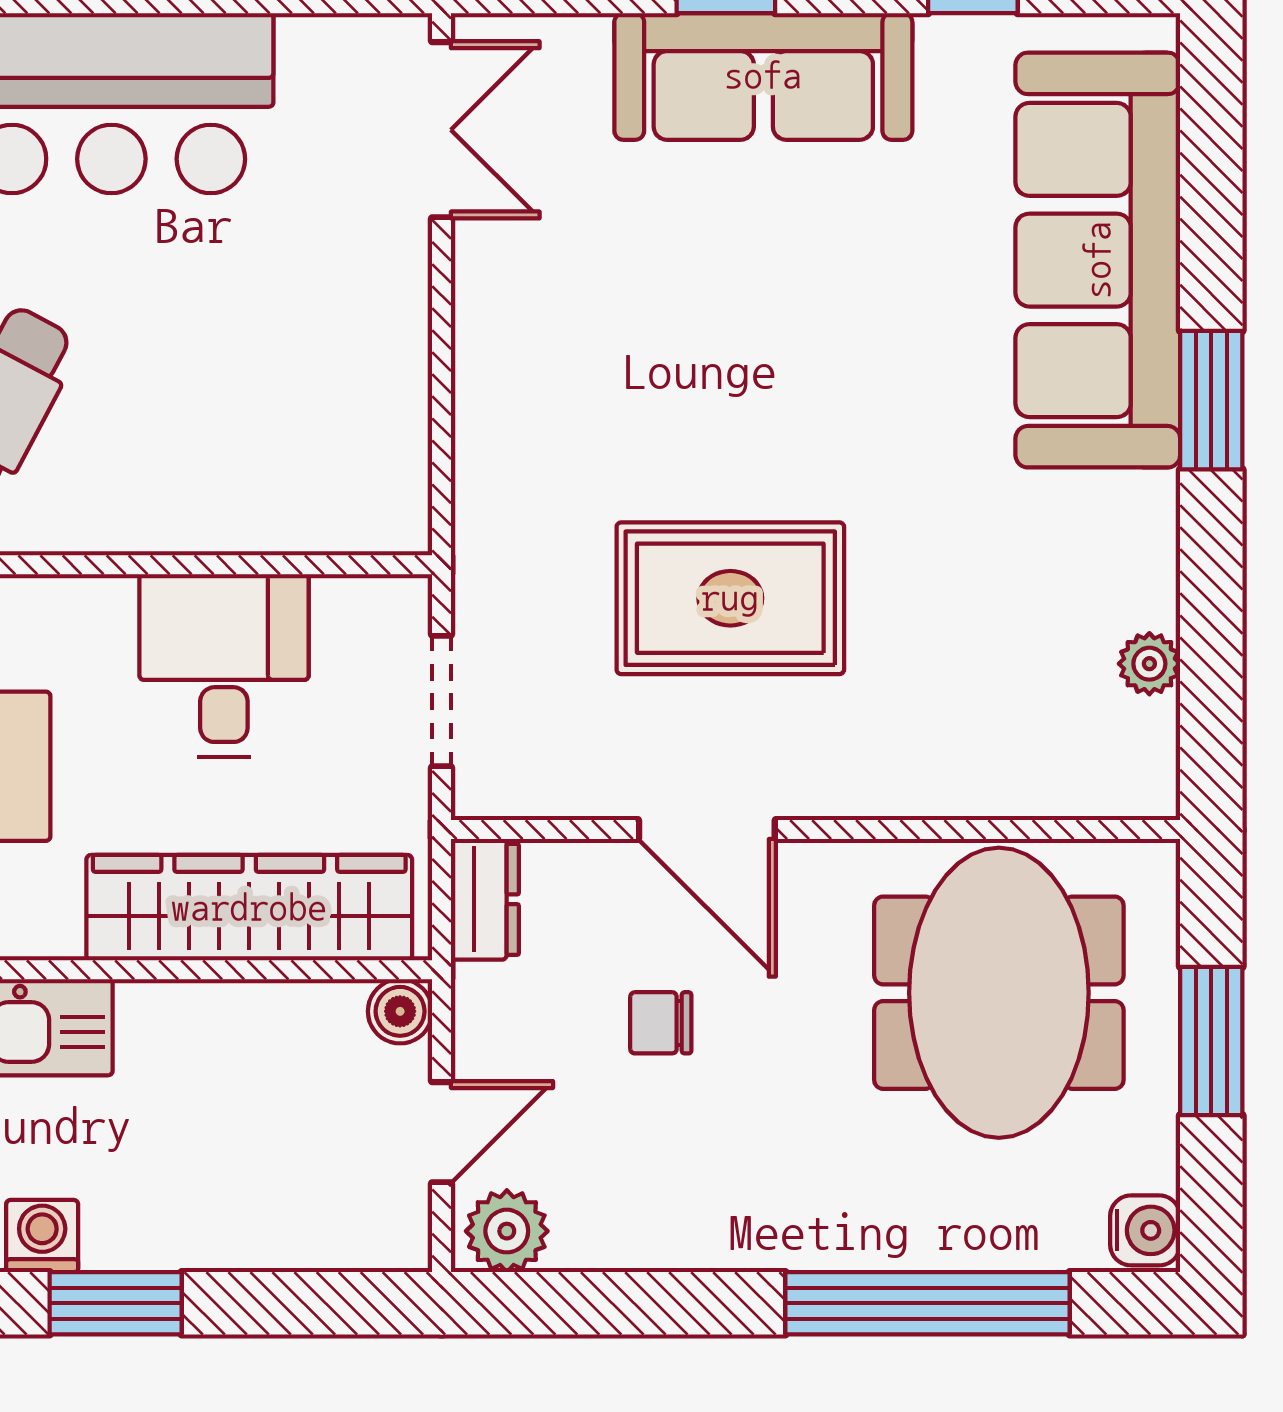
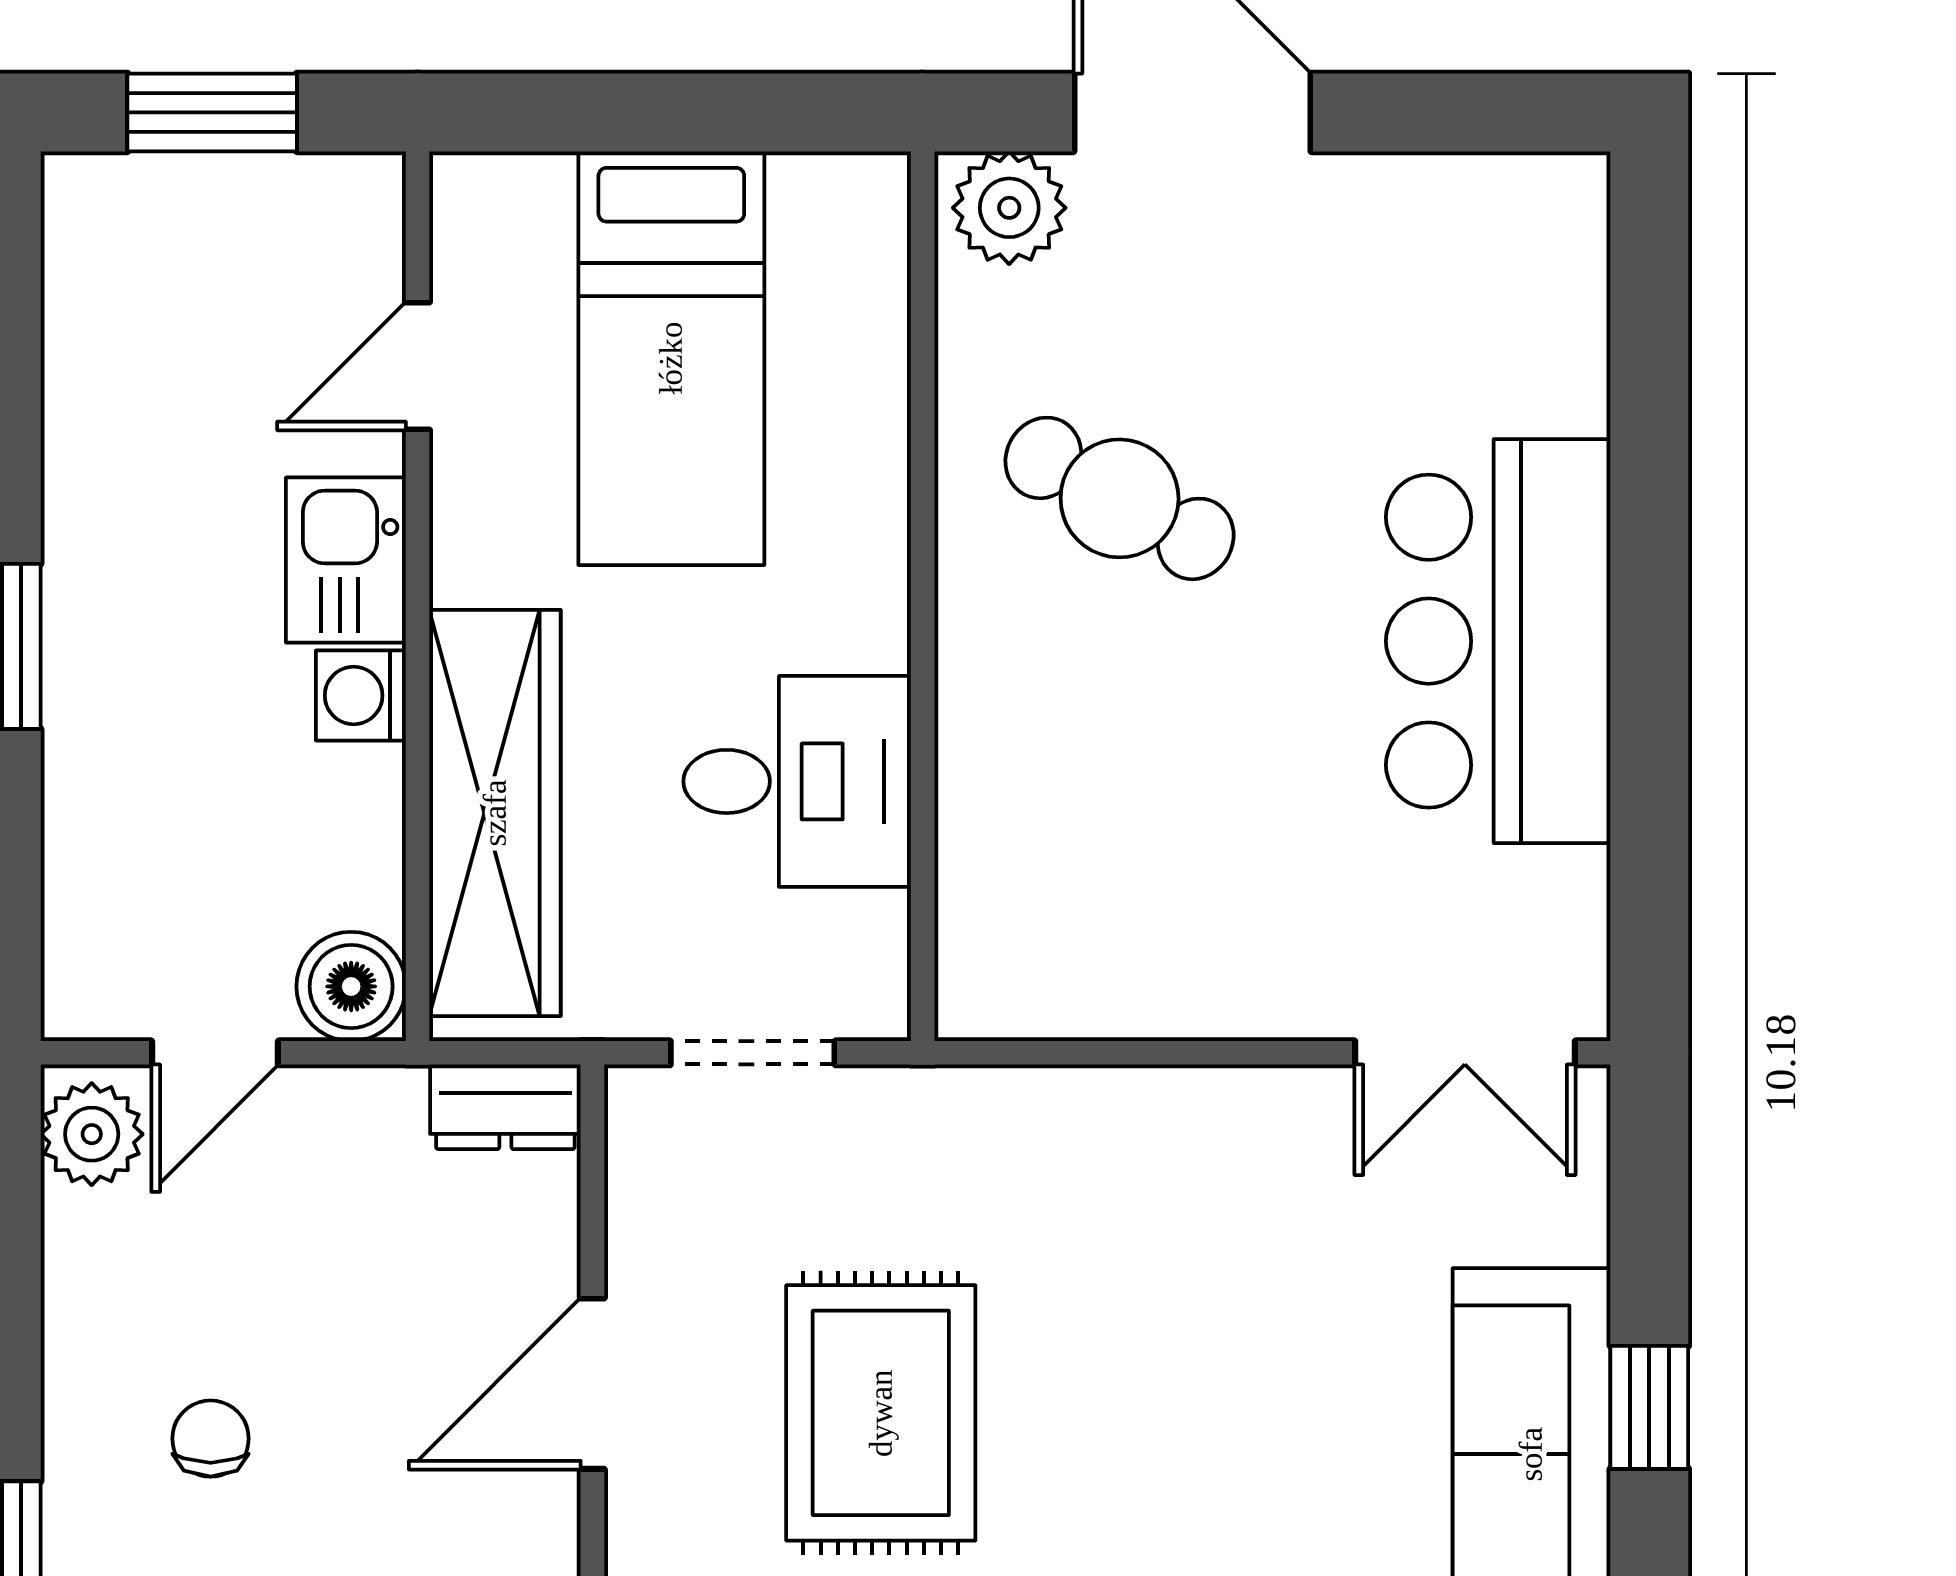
boiler: (400, 1011) -> (351, 986), width x1.36, depth x1.36
chair: (661, 1023) -> (211, 1439), moved
door: (442, 1132) -> (215, 1053), hinge flipped
washing machine: (42, 1236) -> (361, 695), moved, turned 180

